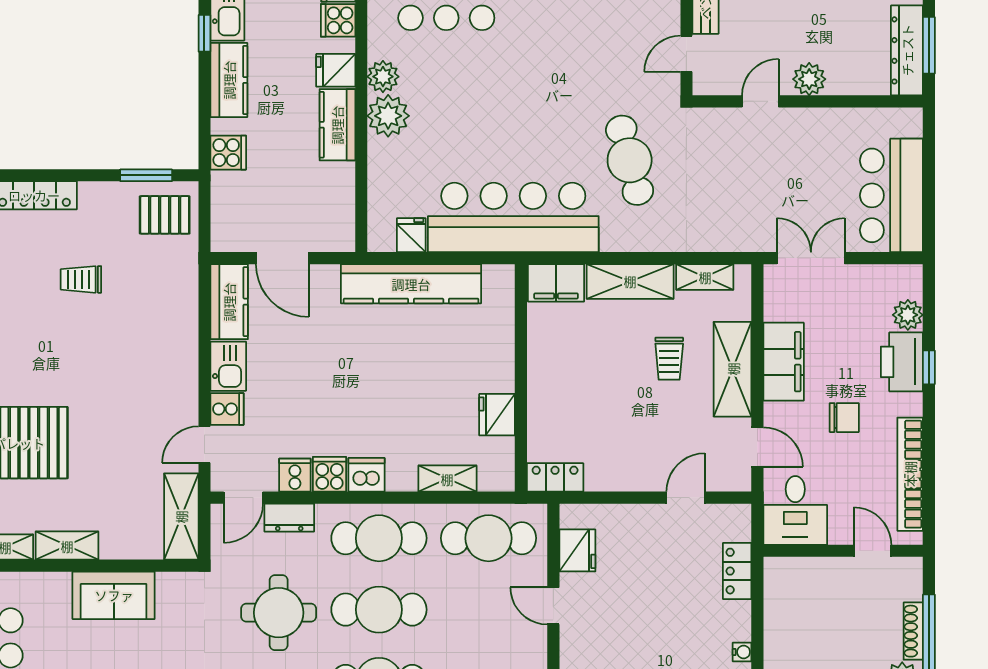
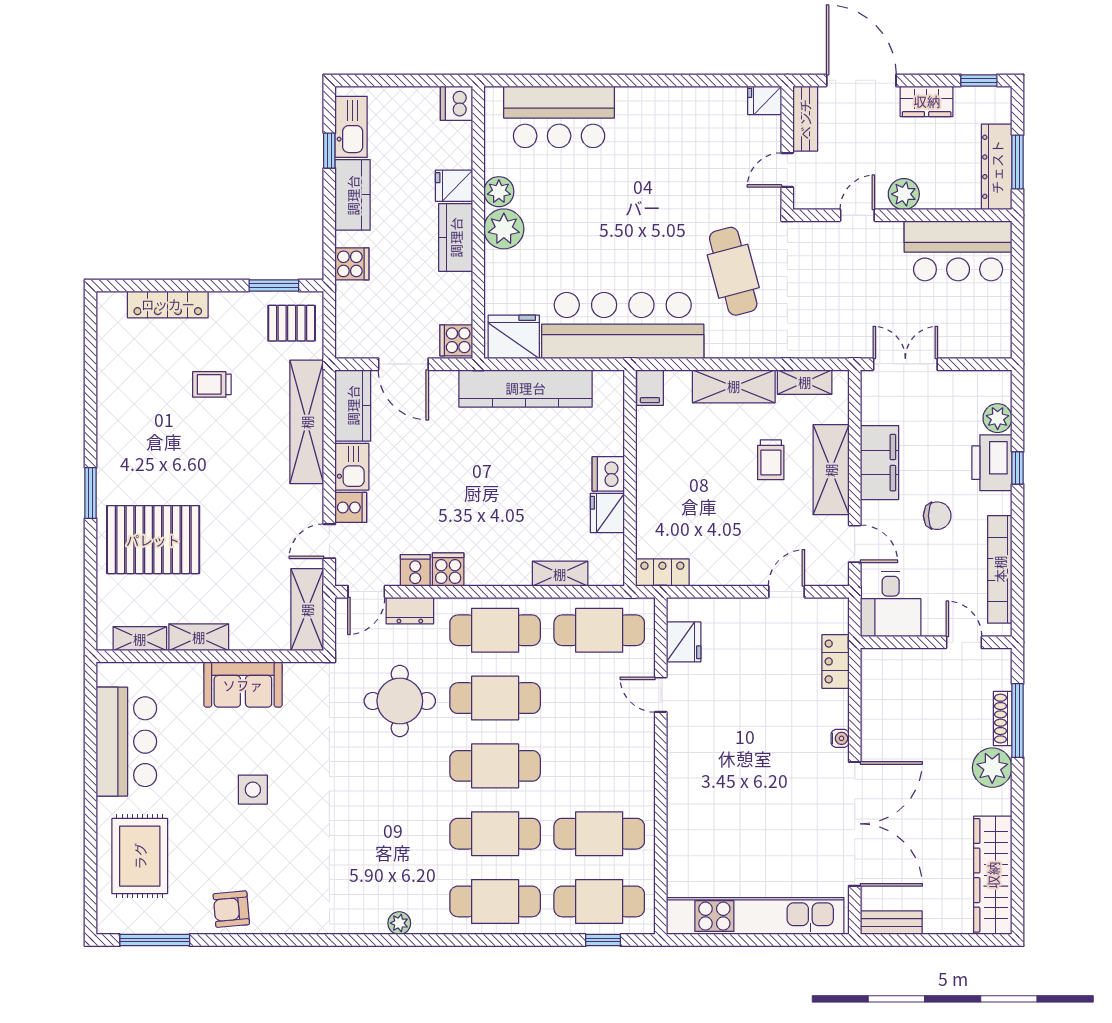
cooker: (338, 20) -> (456, 340), moved
bar counter: (891, 195) -> (958, 251), moved, turned -90
fridge: (411, 235) -> (514, 337), width x1.88, depth x1.34
filing cabinet: (556, 283) -> (650, 388), width x0.50
shelving: (181, 319) -> (307, 422), added
dishwasher: (366, 475) -> (608, 474), moved, turned -90

